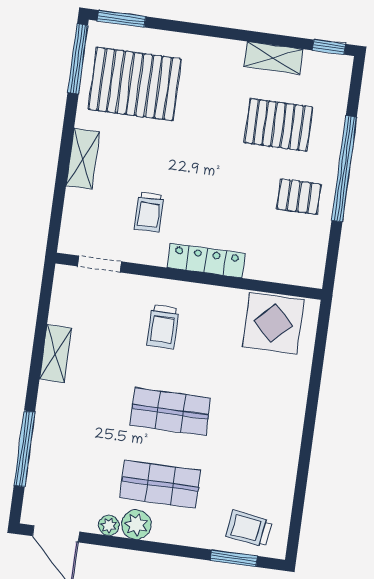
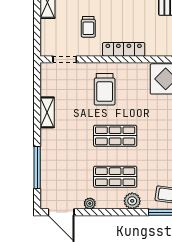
trolley: (163, 327) -> (105, 89), width x1.36, depth x1.39
plant: (136, 524) -> (132, 201), moved

